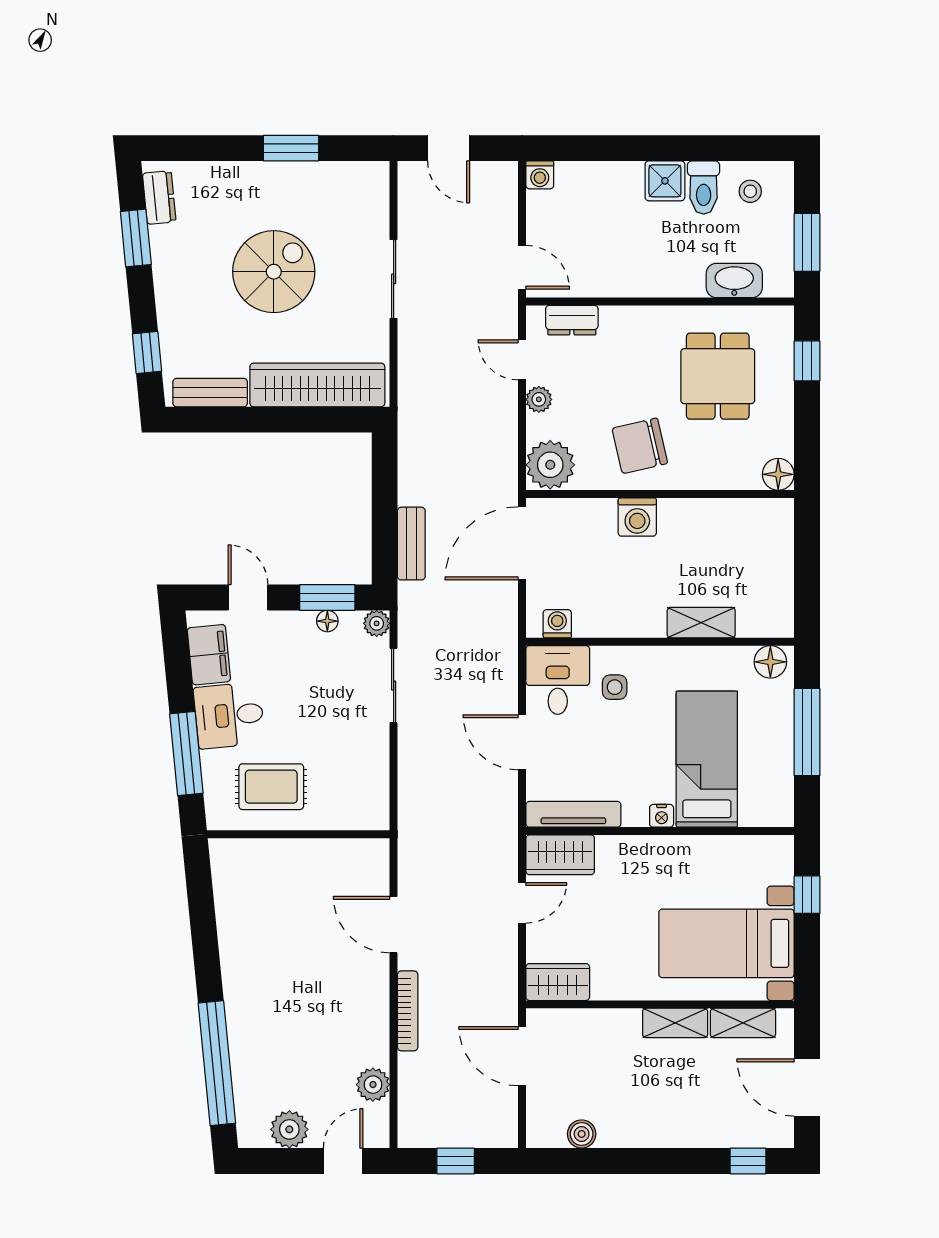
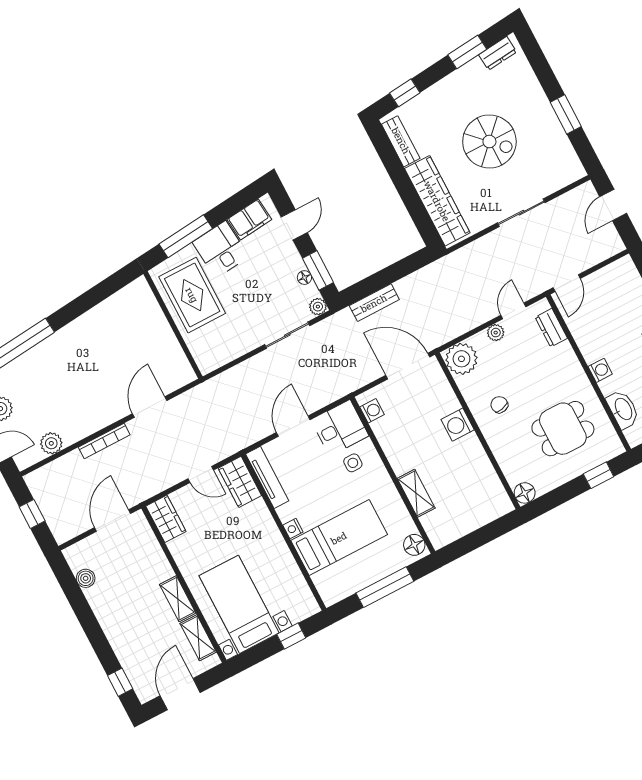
washing machine: (540, 175) -> (600, 370), moved, turned 180
chair: (640, 446) -> (499, 405), width x0.54, depth x0.54
rug: (271, 787) -> (192, 295), width x1.36, depth x1.43

